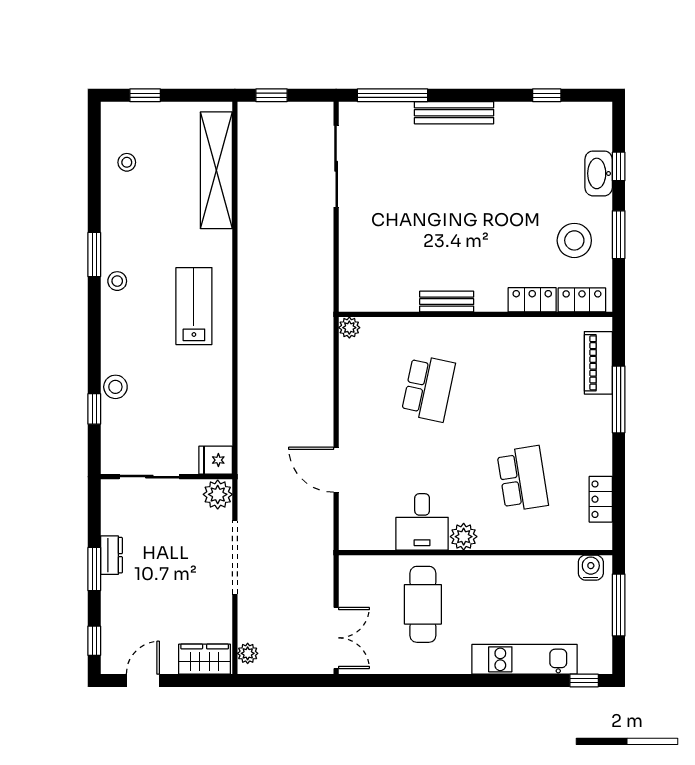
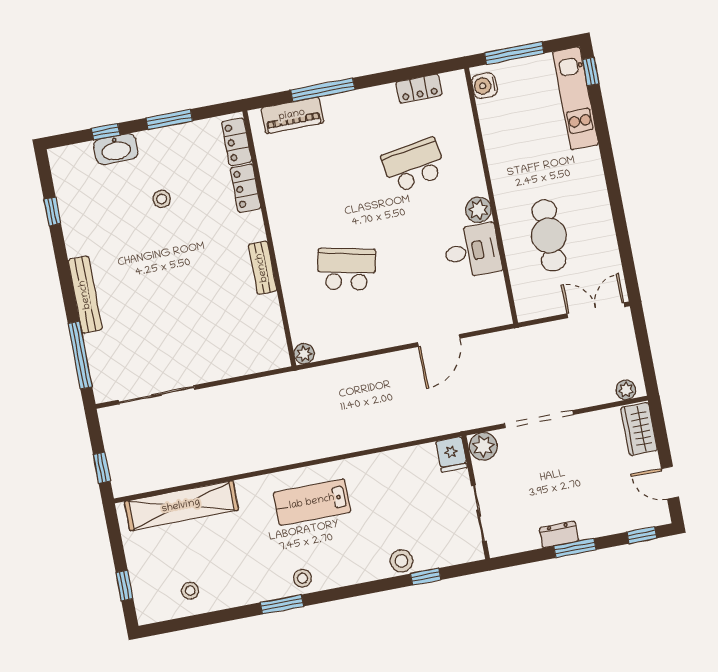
stool: (574, 240) -> (162, 199), moved, width x0.53, depth x0.53
cafe table: (423, 604) -> (549, 235), turned 90
kitchen unit: (525, 659) -> (575, 98), moved

